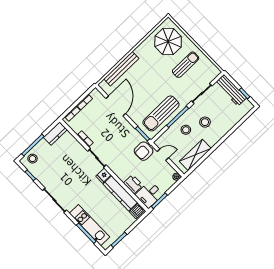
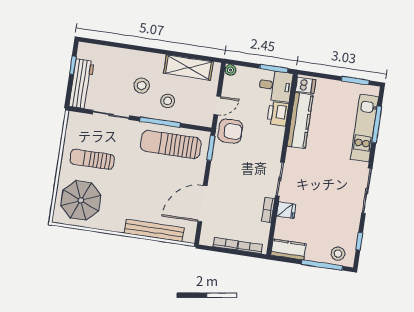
sun lounger: (161, 113) -> (171, 144), turned 180
door: (163, 155) -> (217, 106), swing flipped
fridge: (103, 176) -> (286, 210), moved

